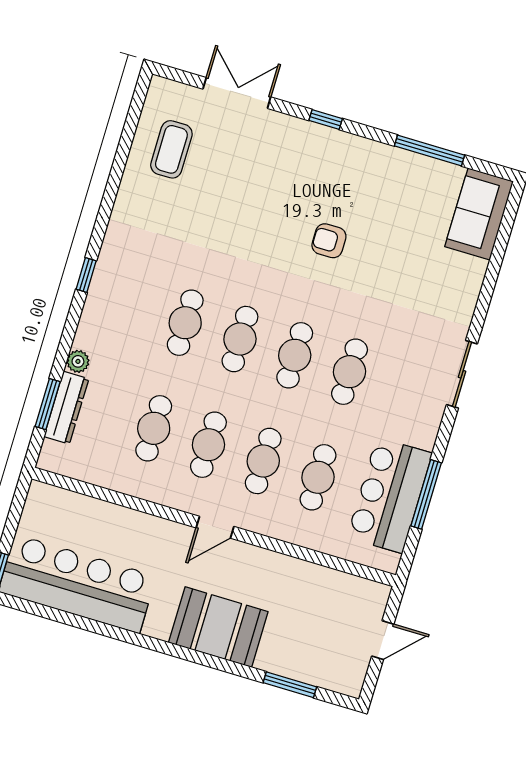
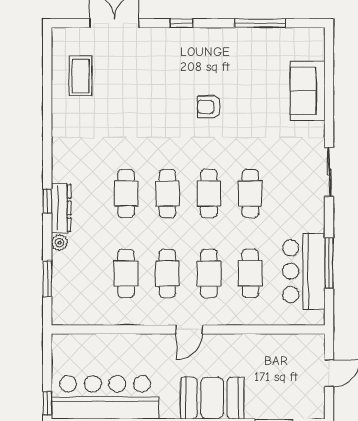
sofa: (479, 214) -> (308, 91), moved
window: (86, 275) -> (47, 201), moved
dresser: (66, 408) -> (61, 208), moved

